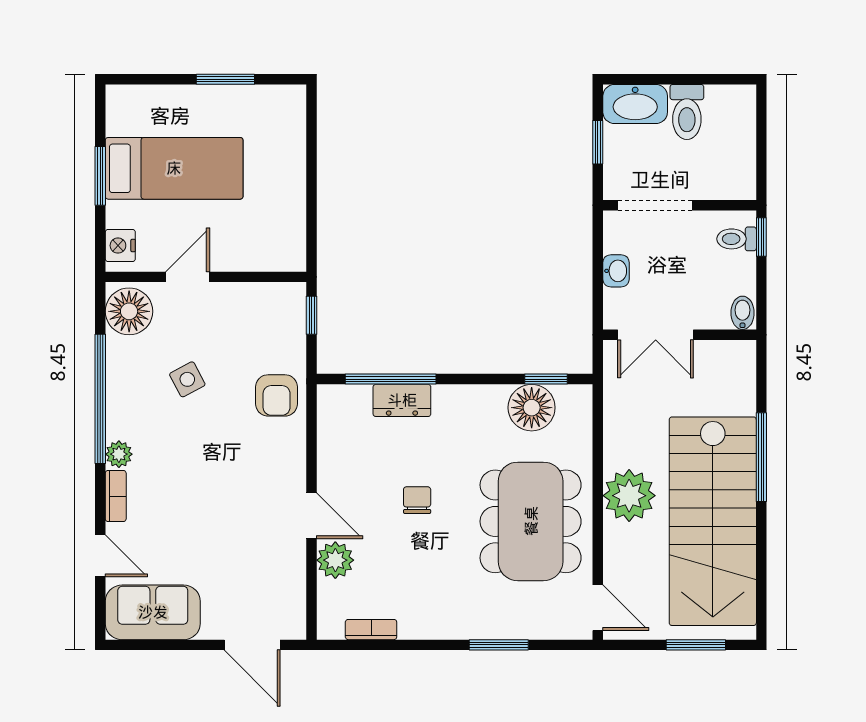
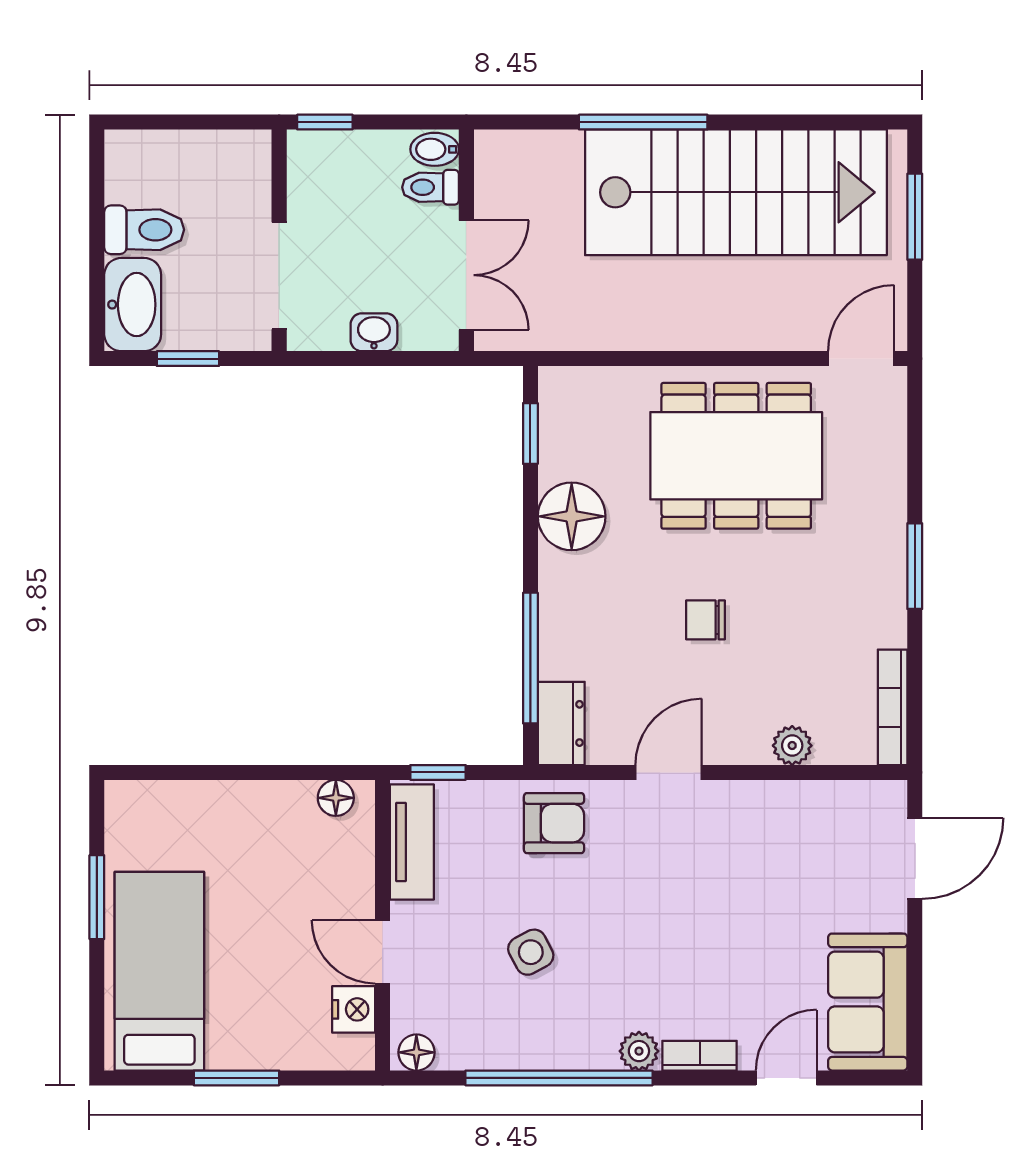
bed: (174, 168) -> (159, 971), moved
toilet: (737, 239) -> (431, 187), moved, turned 90
floor lamp: (294, 245) -> (336, 798), added
nightstand: (120, 246) -> (354, 1009), moved, turned -90
tv unit: (263, 297) -> (412, 842), added
floor lamp: (129, 311) -> (416, 1052), width x0.53, depth x0.53
dresser: (402, 400) -> (561, 723), moved
floor lamp: (532, 408) -> (572, 516), moved
plant: (629, 496) -> (699, 313), removed
door: (312, 516) -> (668, 772), moved
plant: (335, 560) -> (792, 746), width x0.73, depth x0.73
bookcase: (371, 630) -> (893, 707), width x1.56
window: (499, 645) -> (915, 566), moved

